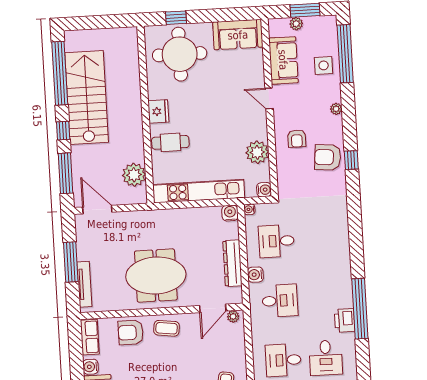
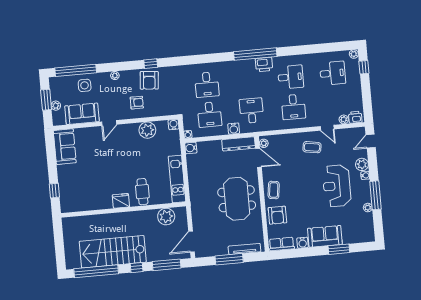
round table: (180, 54) -> (80, 187), removed
kitchen unit: (199, 191) -> (177, 179), width x0.73
desk: (319, 239) -> (207, 85), added
dresser: (232, 263) -> (239, 144), moved

